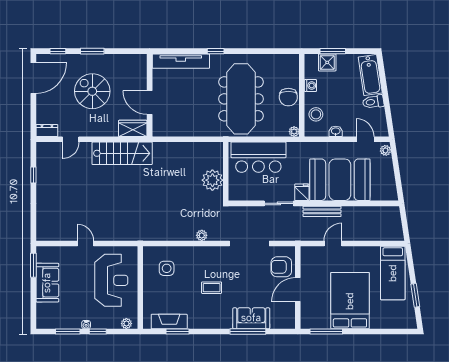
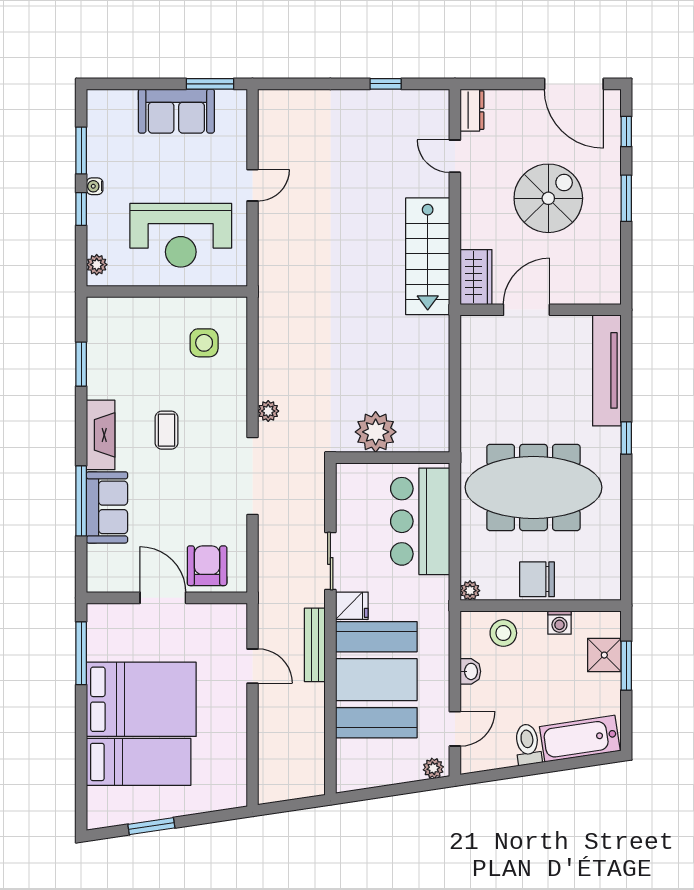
doorway: (249, 243) -> (252, 476), moved
bed: (393, 273) -> (139, 762), moved, turned 180
fireplace: (169, 322) -> (101, 435), moved

